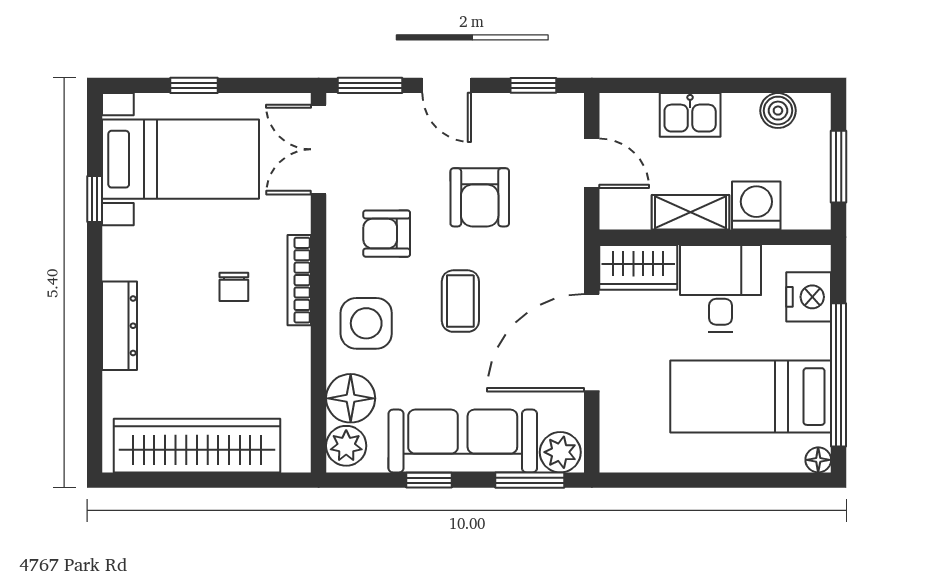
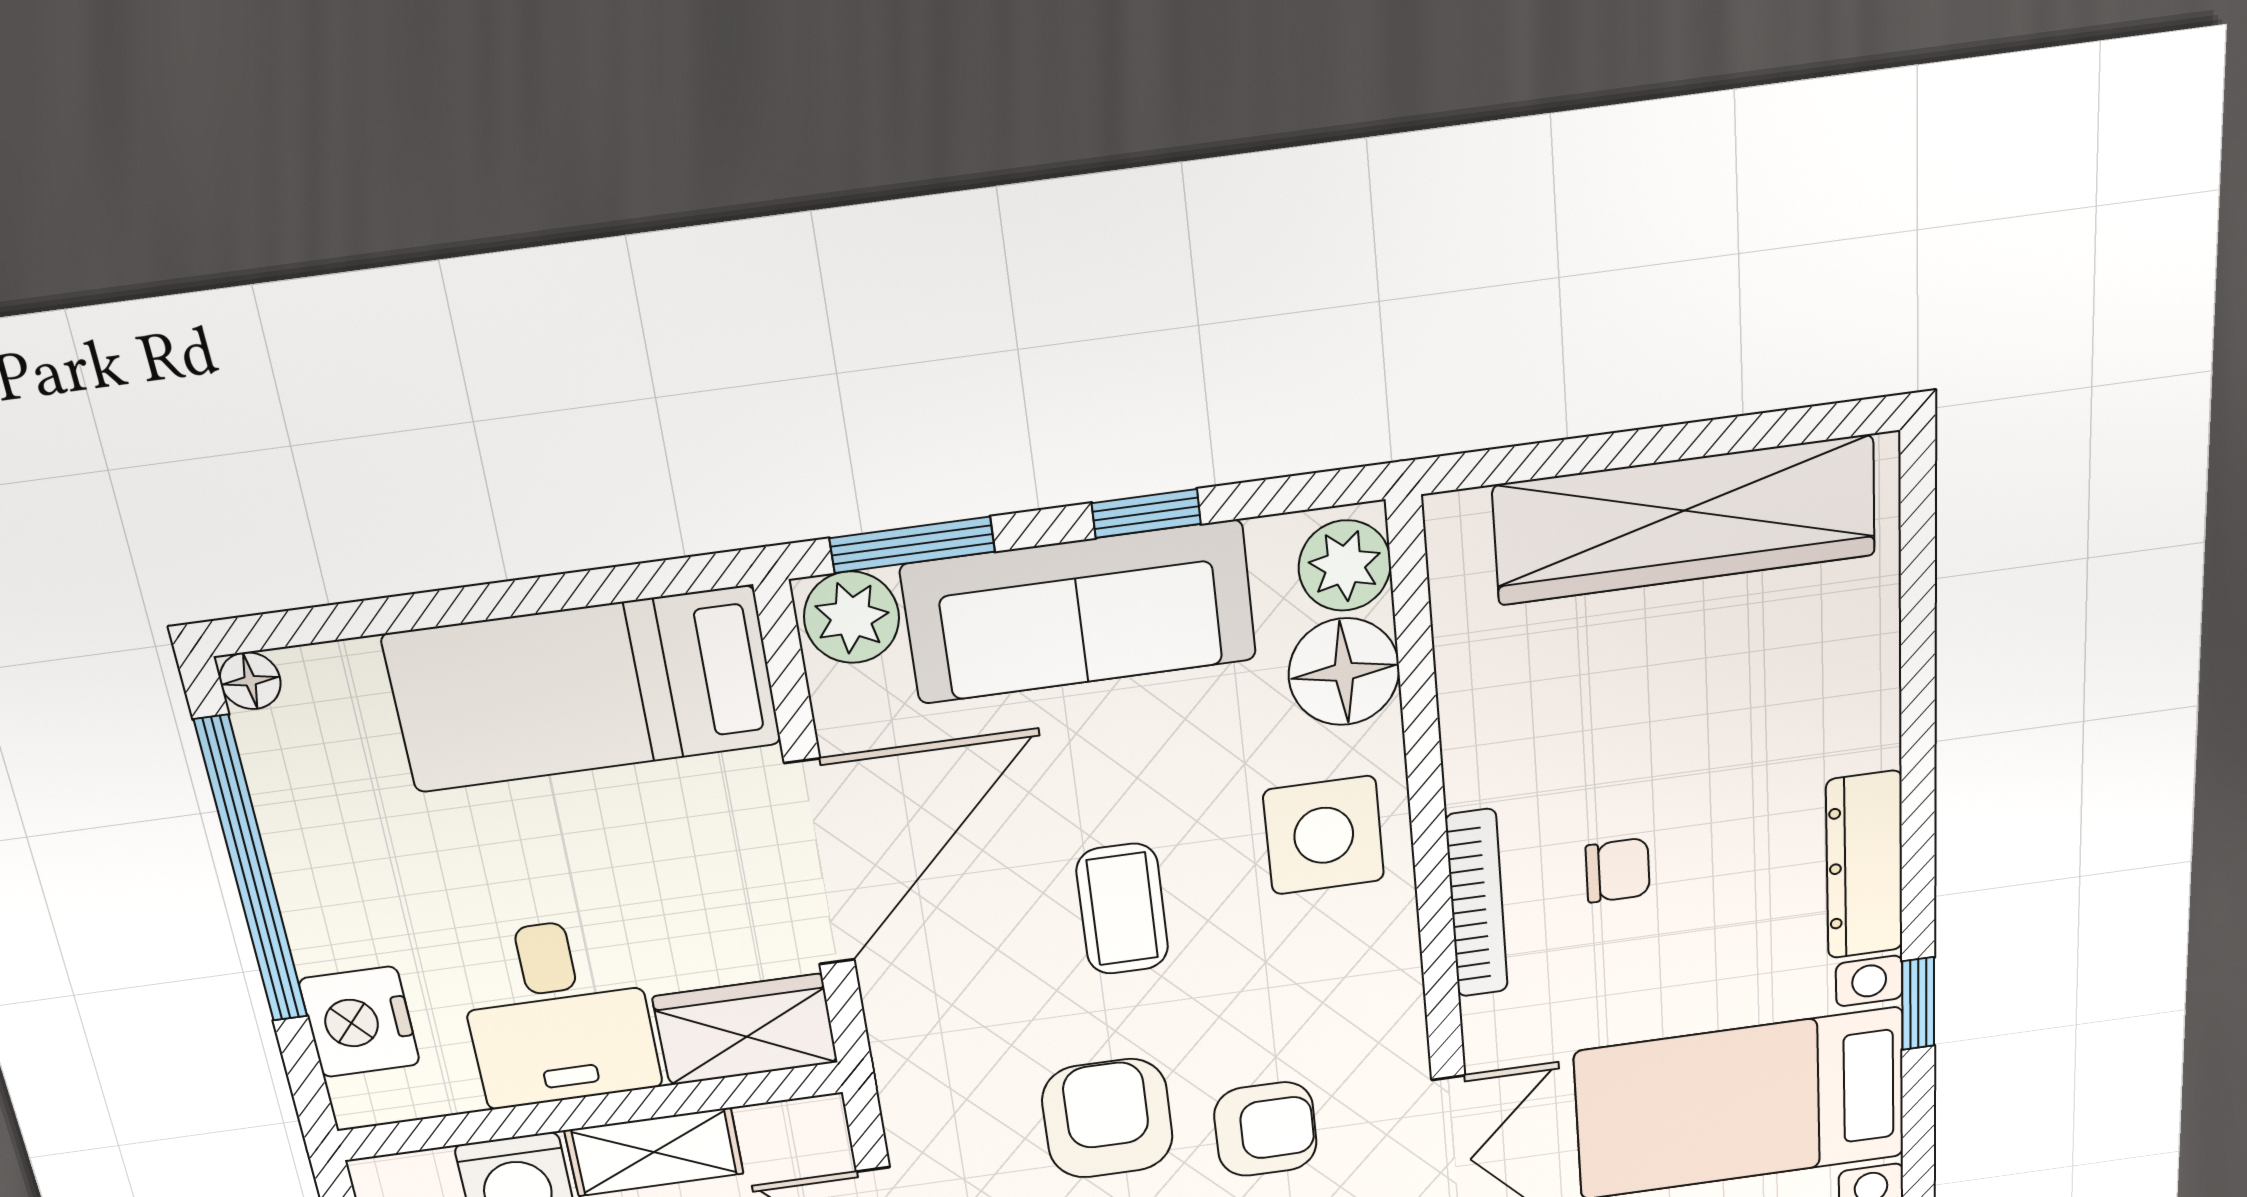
armchair: (387, 234) -> (1265, 1129), moved
chair: (234, 287) -> (1618, 870), turned 90
dresser: (120, 326) -> (1865, 865), moved
bed: (751, 397) -> (583, 690), moved, turned 180

